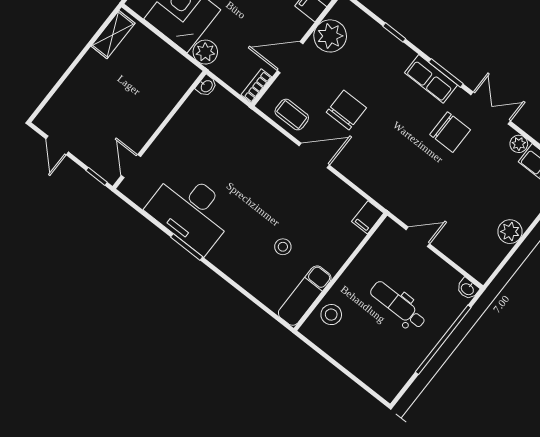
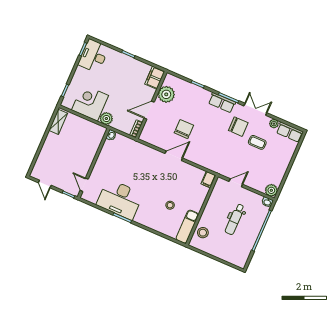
coffee table: (292, 115) -> (257, 142), moved
plant: (510, 232) -> (271, 190), moved
dental chair: (398, 305) -> (235, 219), turned -90

